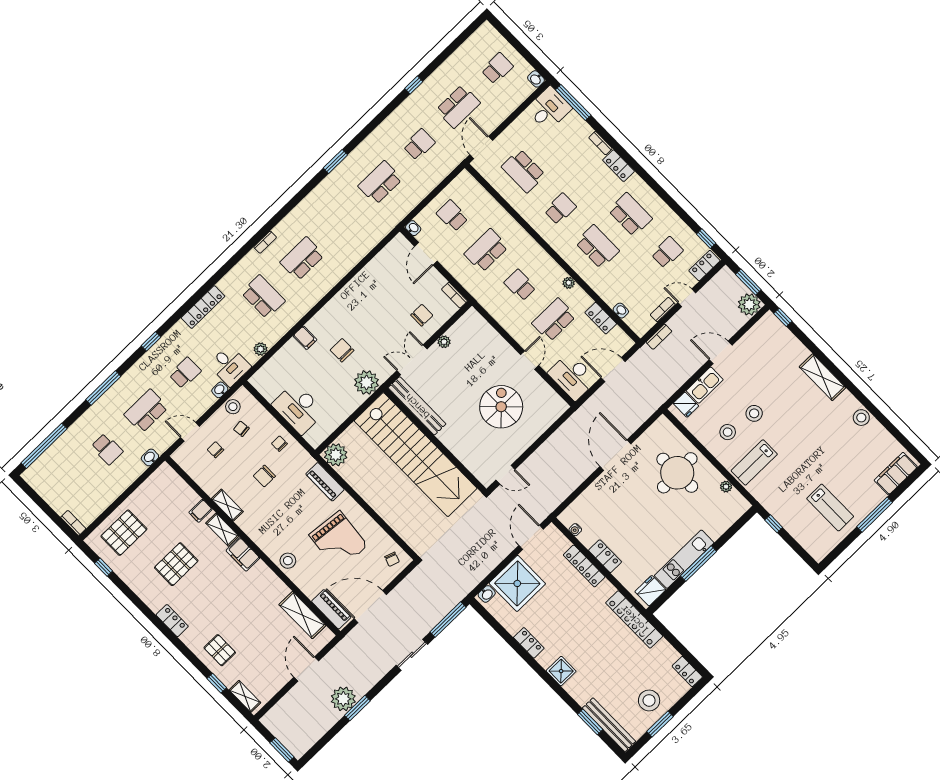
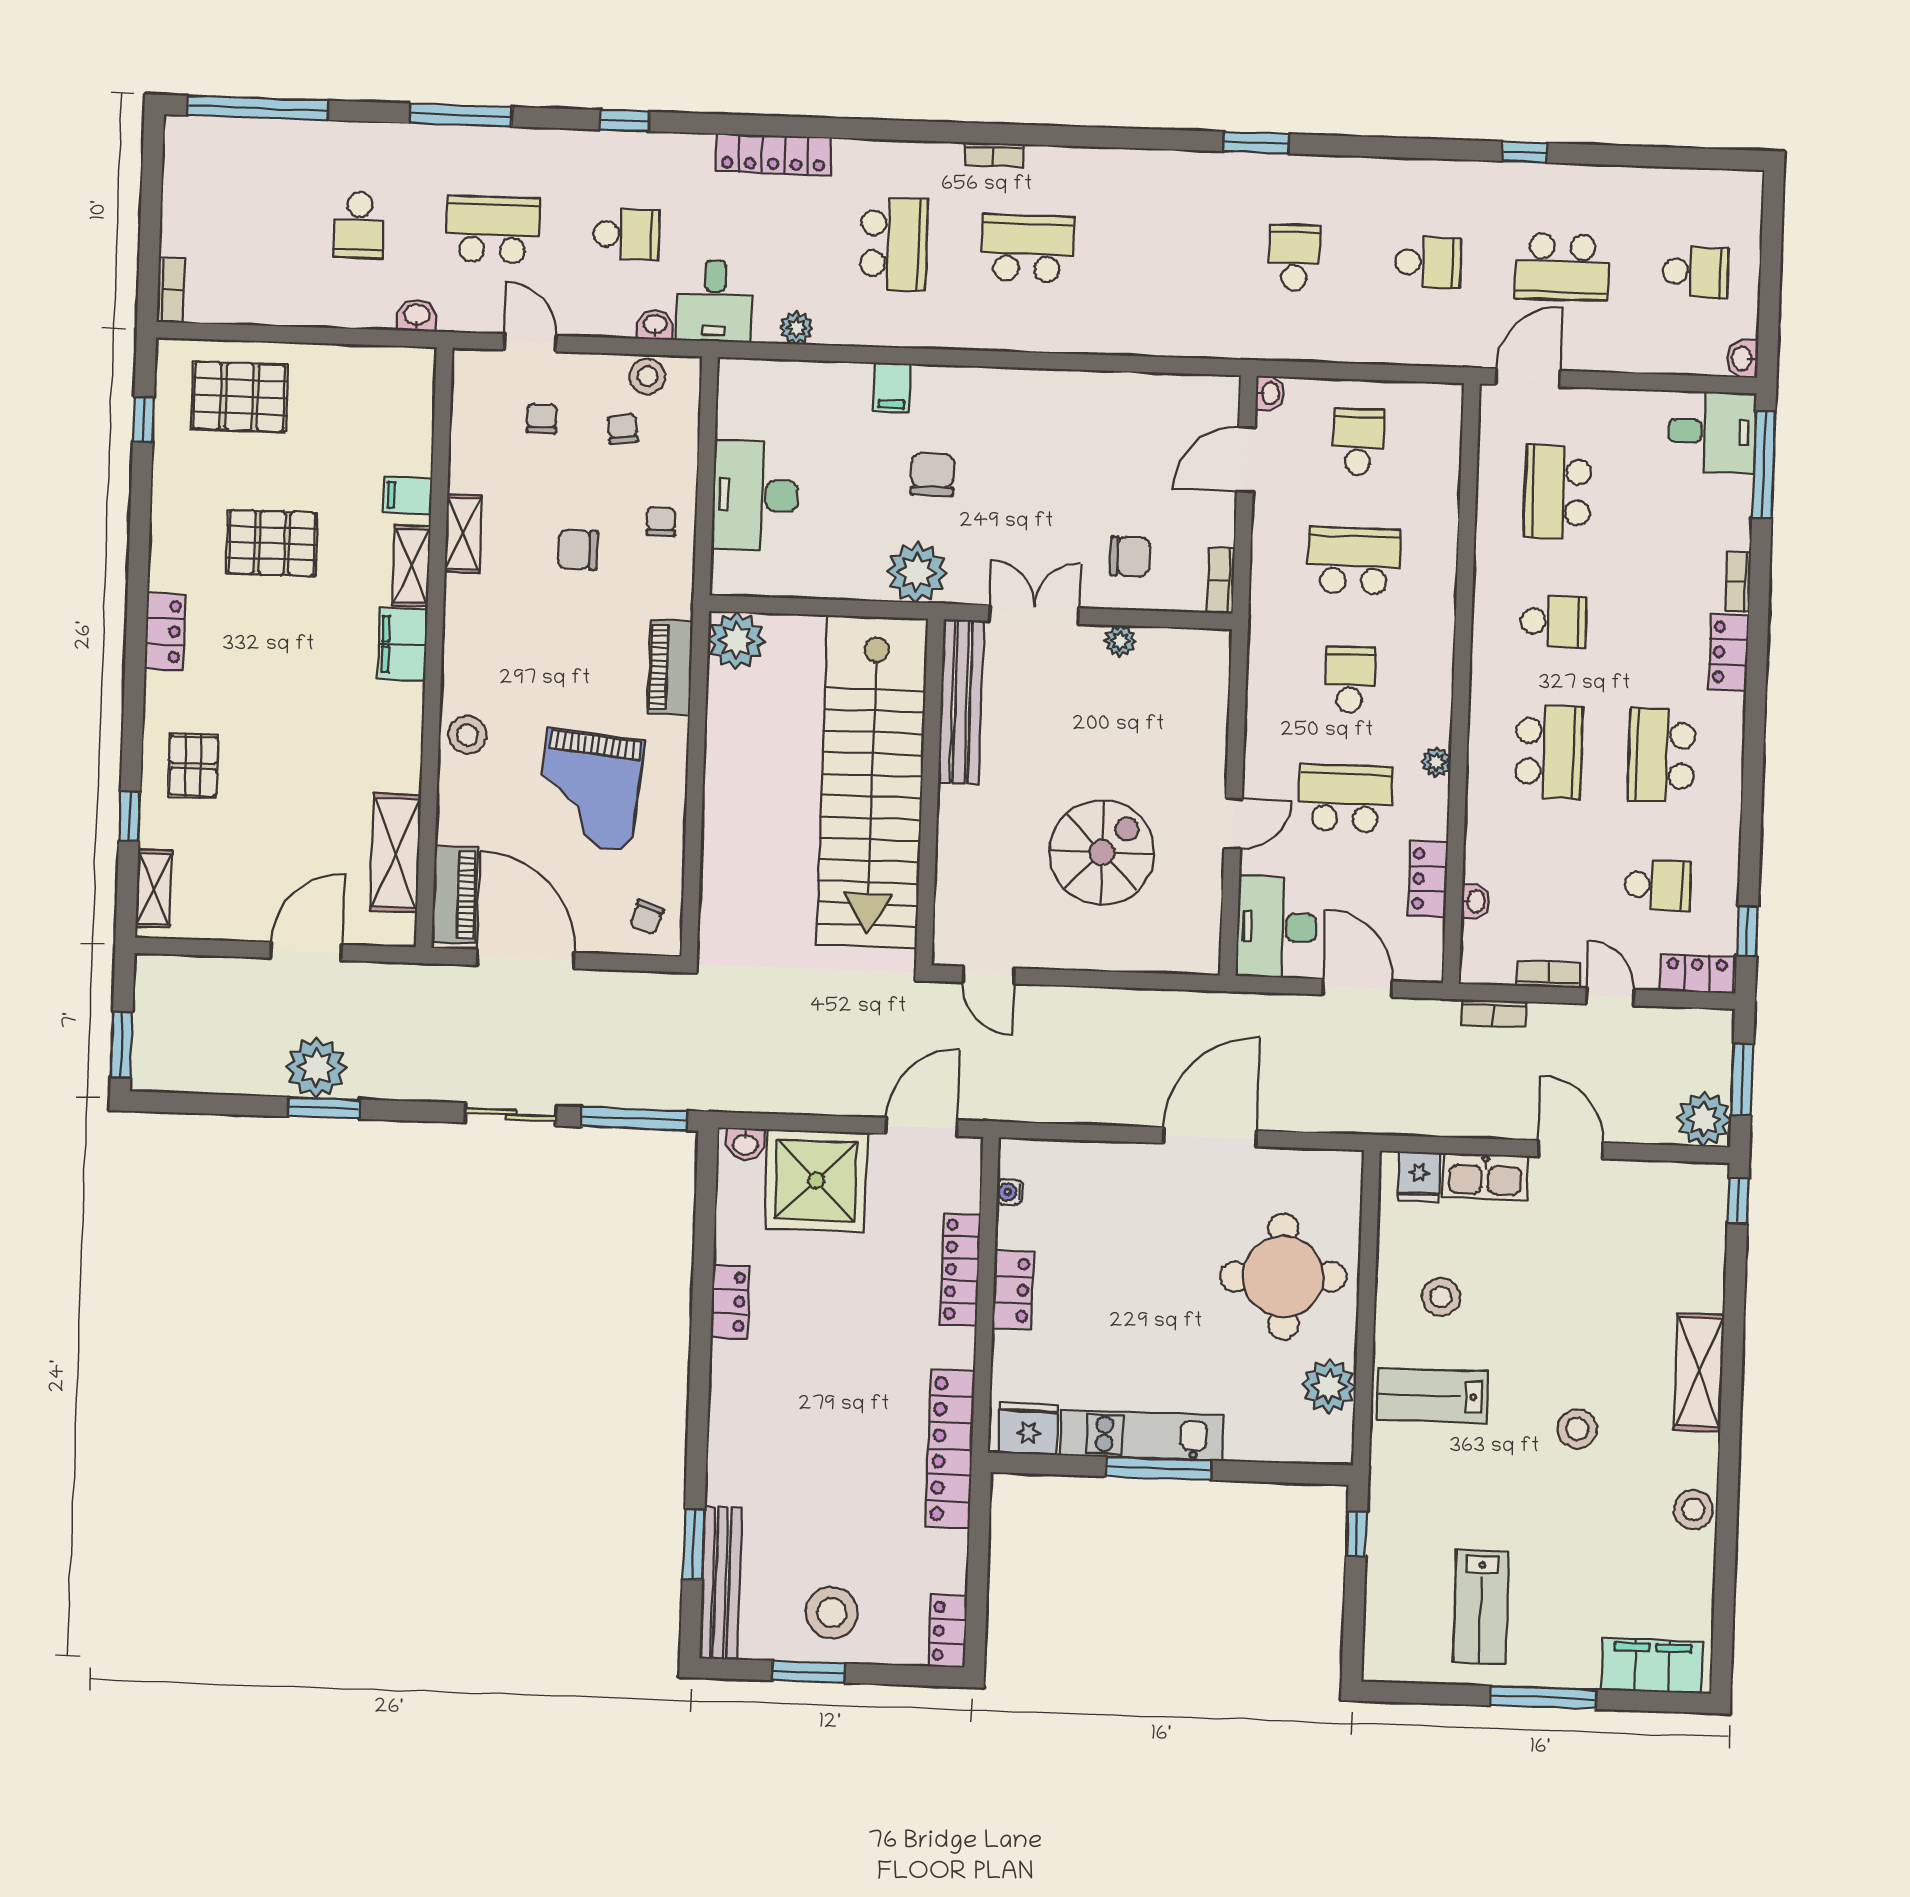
school desk: (380, 183) -> (1295, 258), width x0.54
school desk: (630, 214) -> (1662, 755), turned 180
stool: (754, 413) -> (1577, 1429), moved
plant: (726, 487) -> (1329, 1386), width x1.88, depth x1.88
shower: (561, 671) -> (735, 1407), removed

